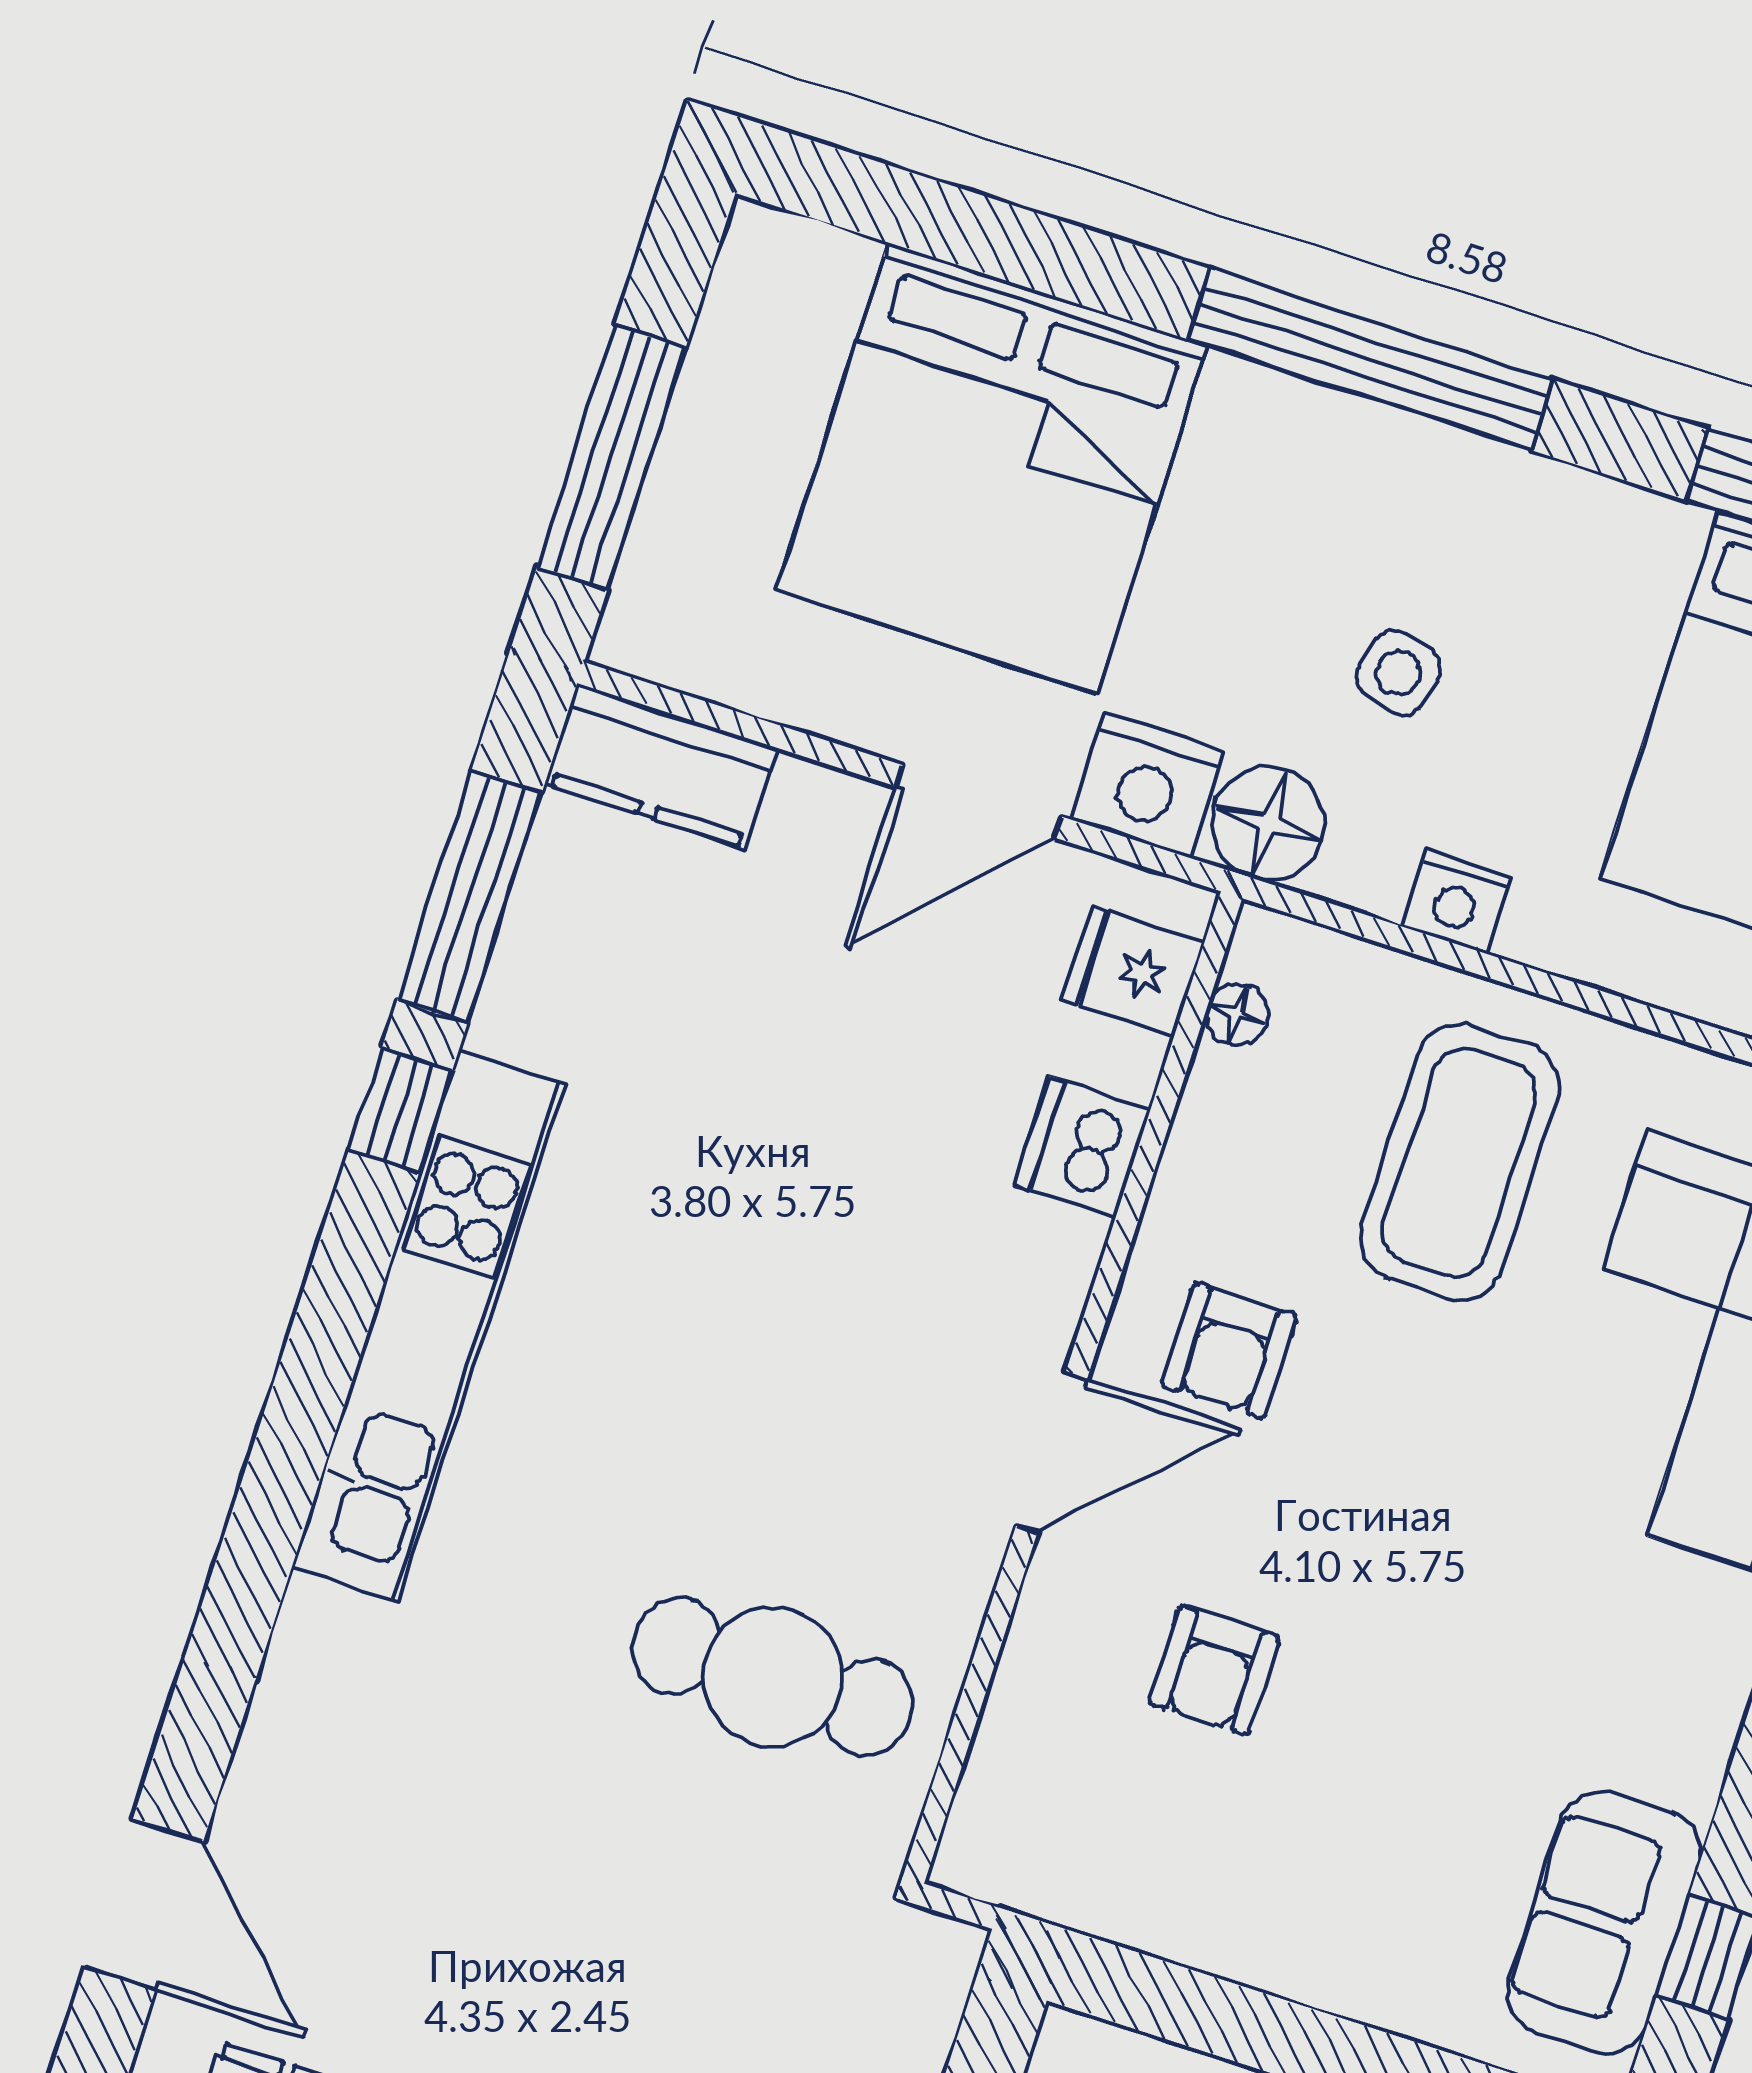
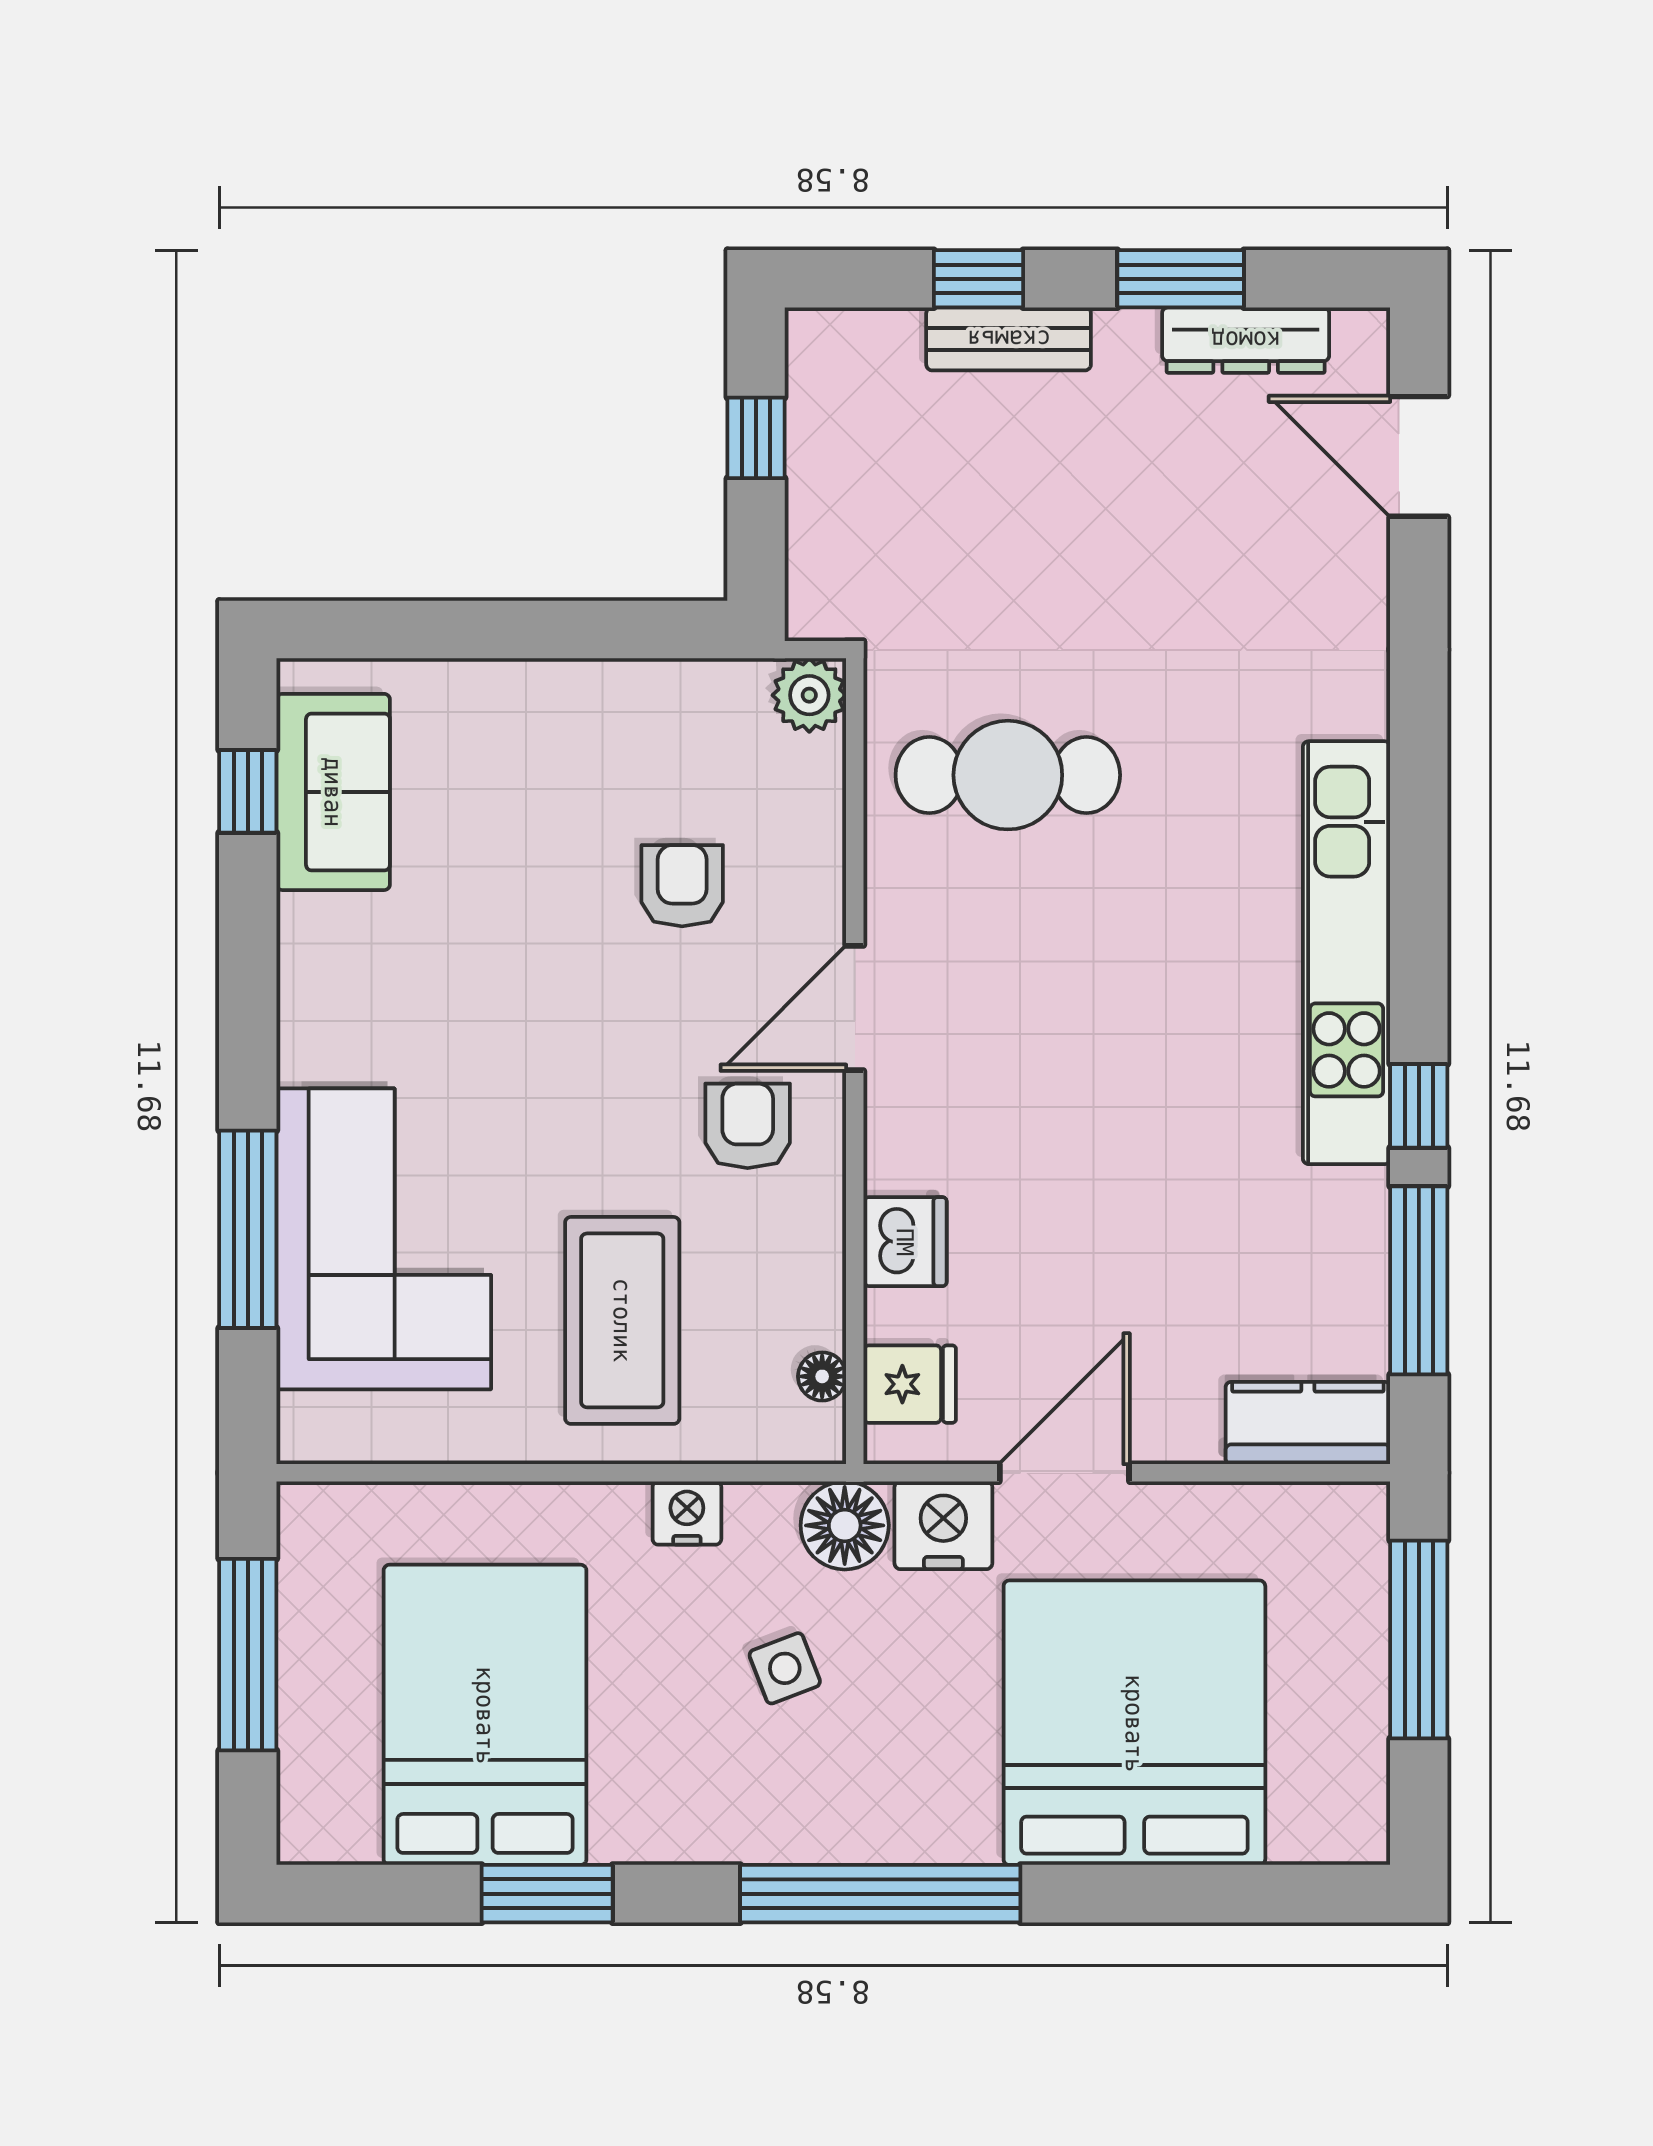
side table: (1398, 673) -> (785, 1668), turned -38
plant: (984, 1853) -> (809, 695), added

